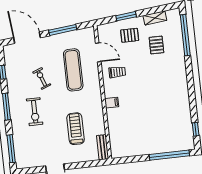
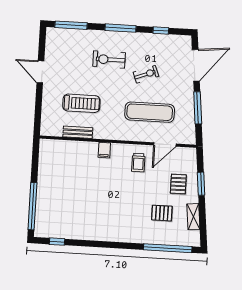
bench: (103, 147) -> (78, 132), moved

